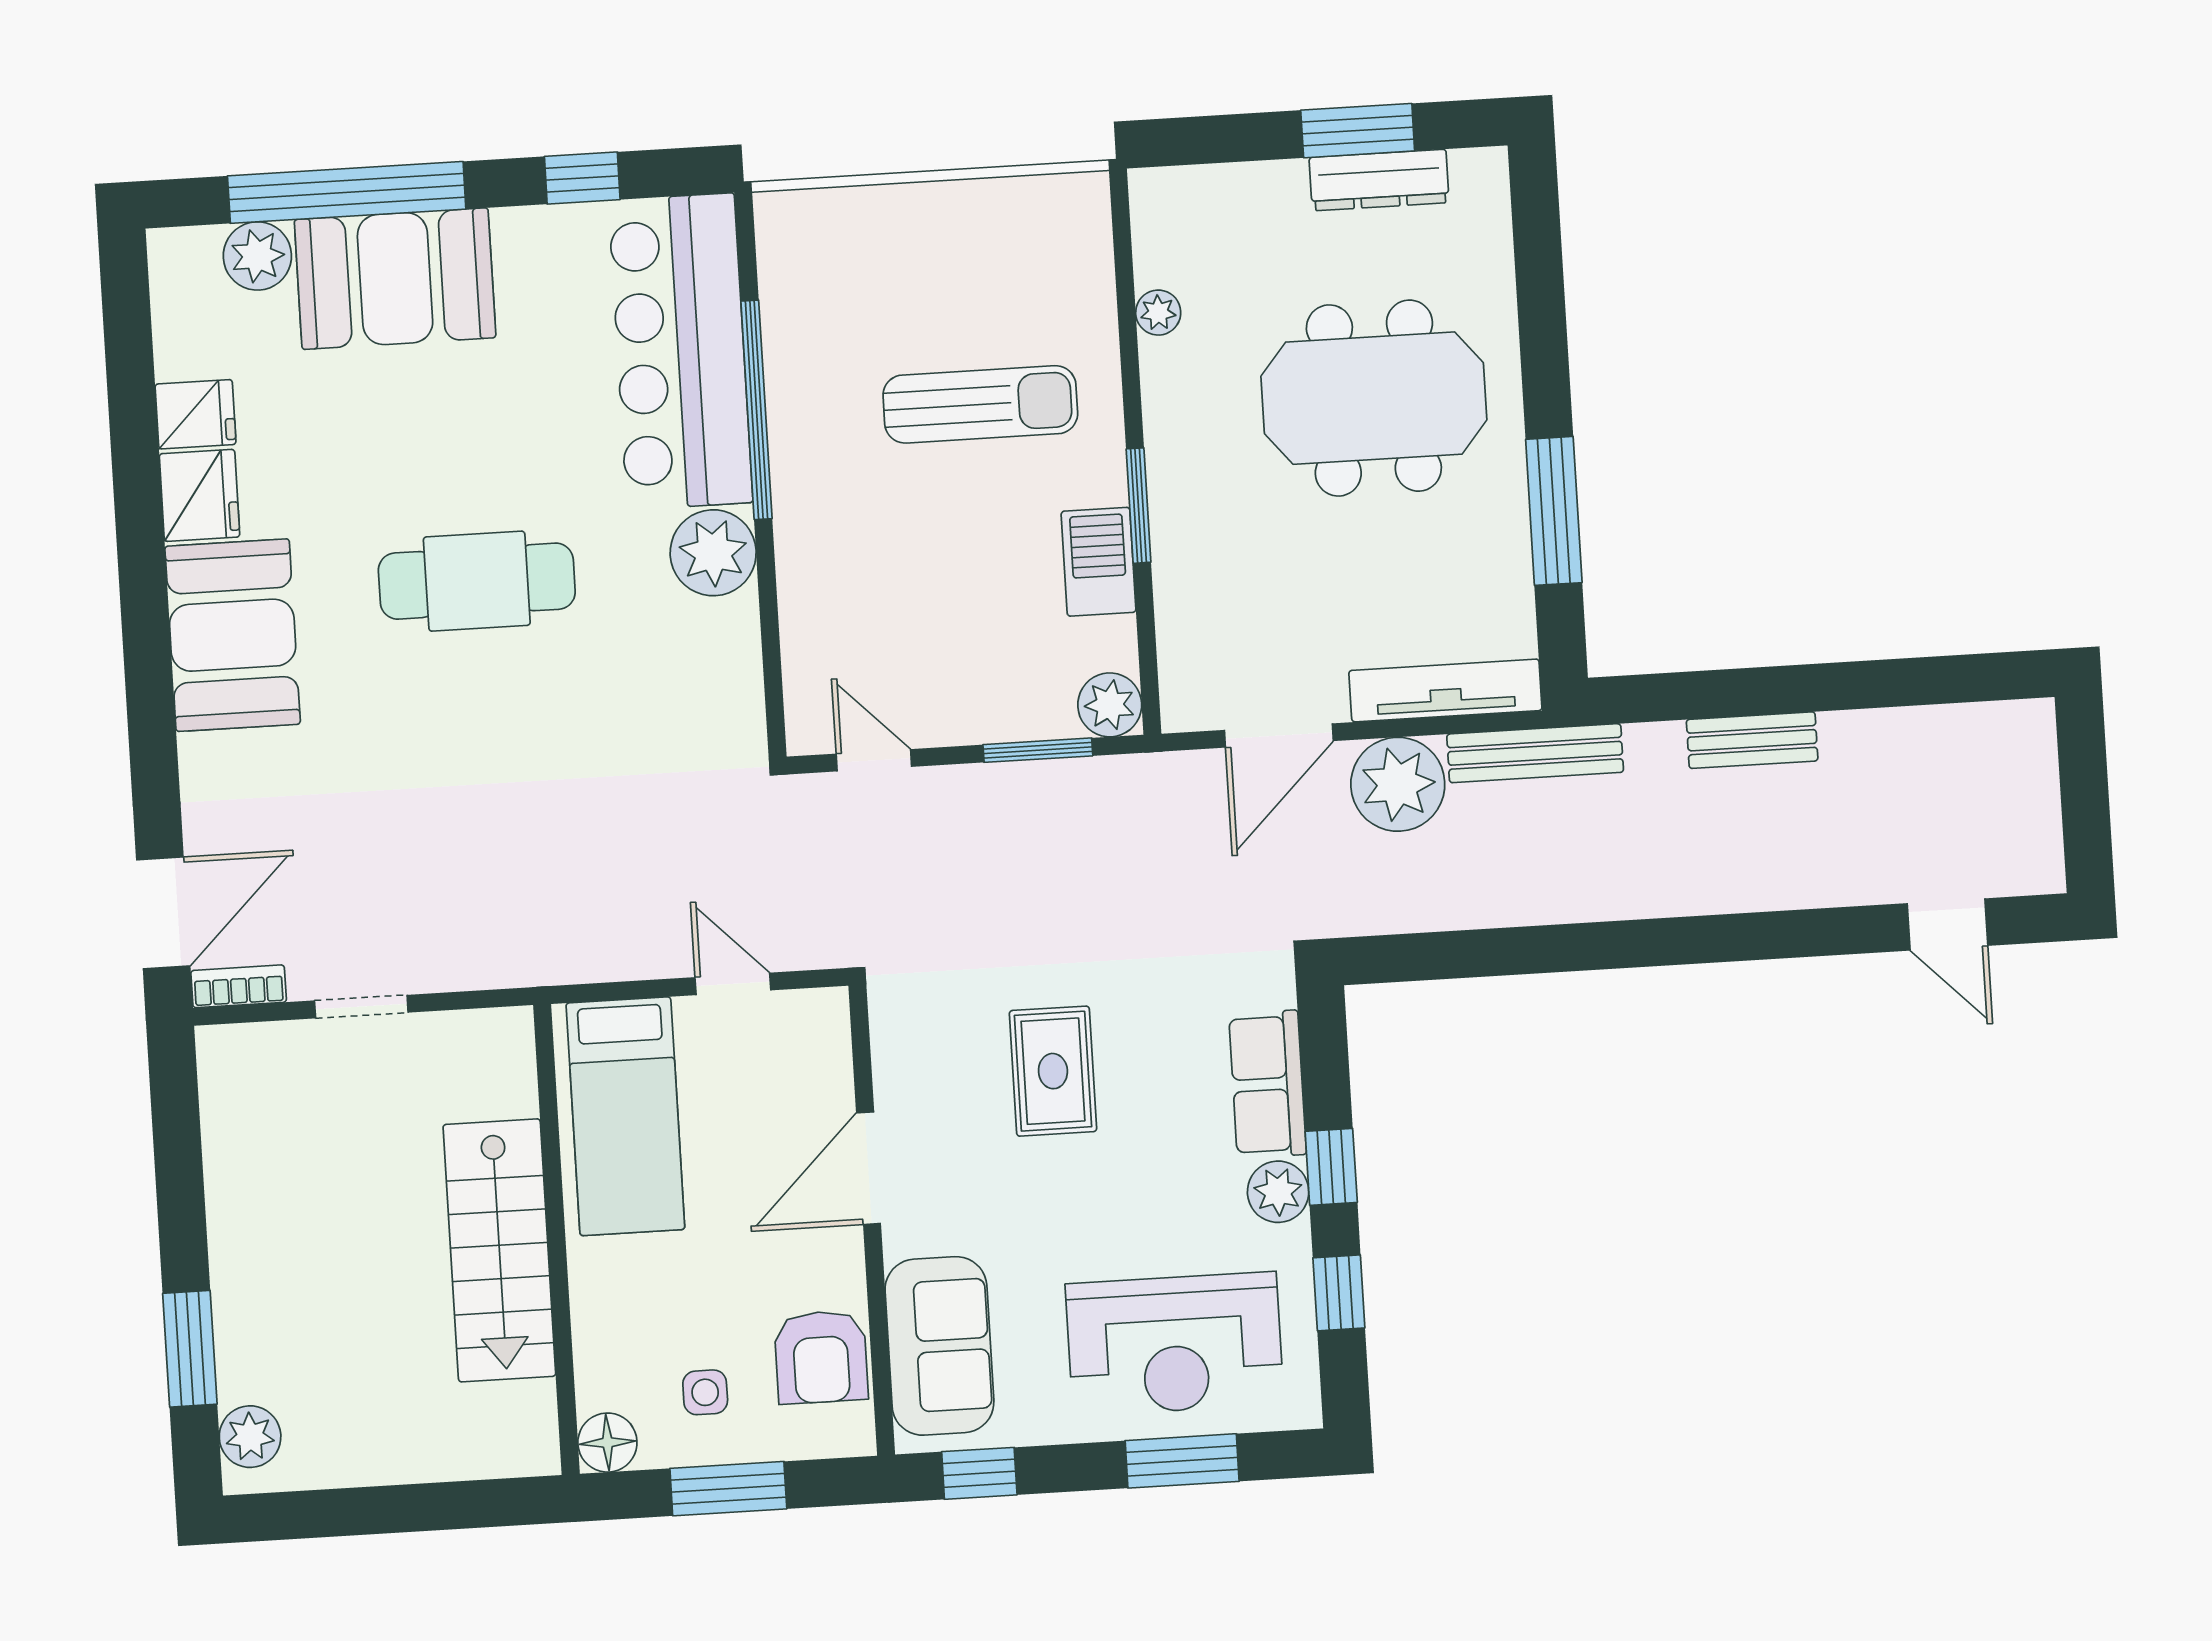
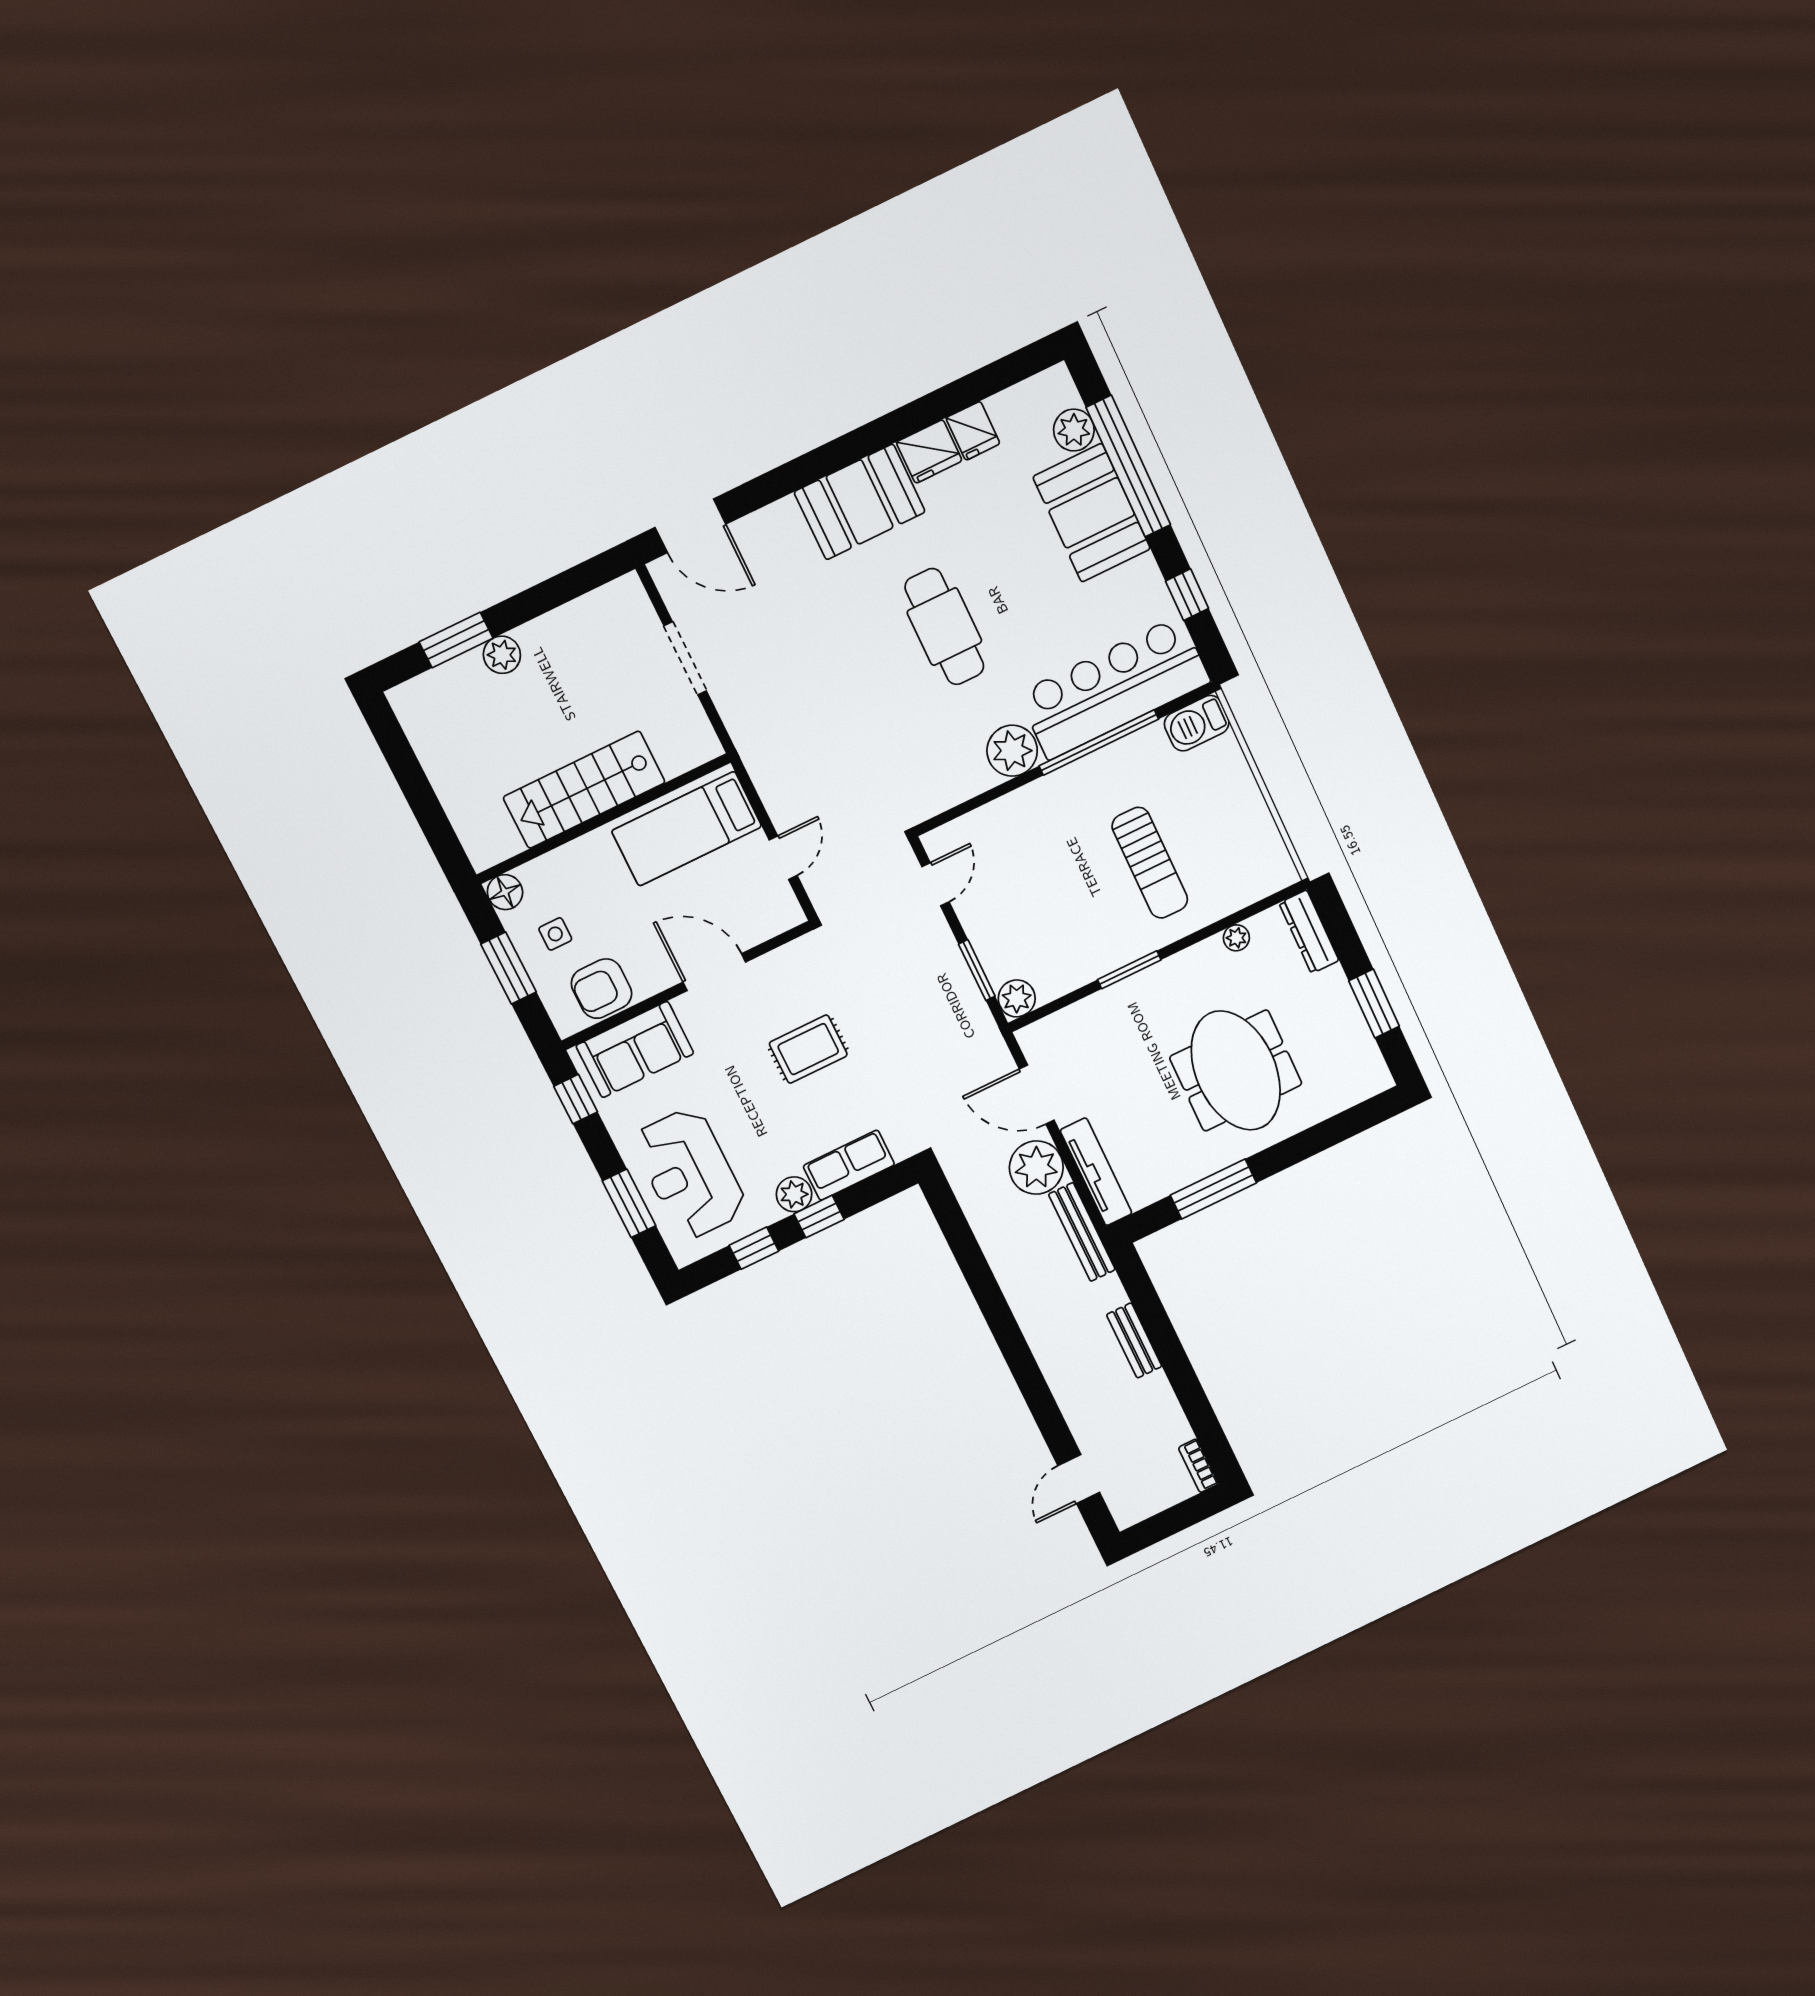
dresser: (1379, 180) -> (1309, 932), moved
barbecue: (1099, 562) -> (1197, 723), moved, turned 180
bookcase: (239, 986) -> (1198, 1466), moved, turned 180
doorway: (361, 1007) -> (685, 658), width x1.38
plant: (250, 1437) -> (502, 655), moved

